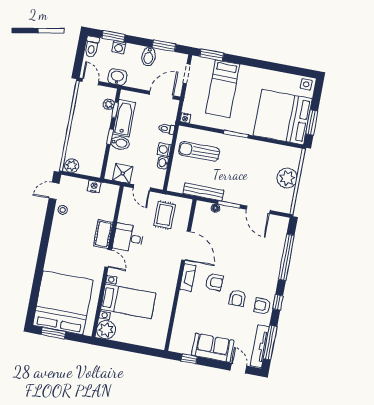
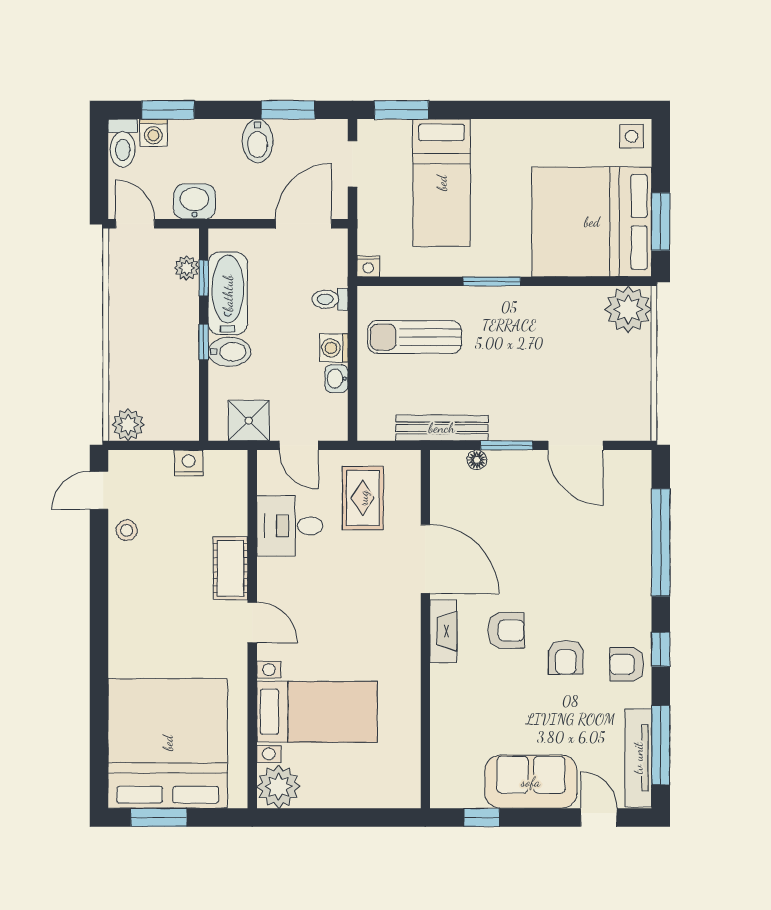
washing machine: (119, 47) -> (153, 133), moved
plant: (287, 178) -> (628, 309), moved
desk: (128, 238) -> (290, 526), moved

